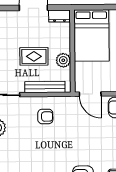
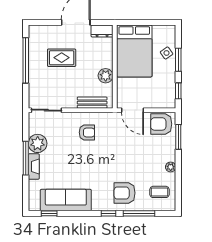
rug: (34, 56) -> (62, 58), moved
bench: (45, 87) -> (92, 103), width x0.73

